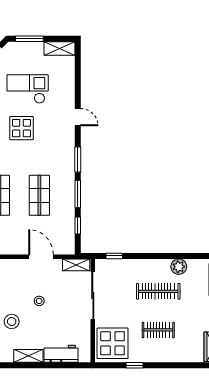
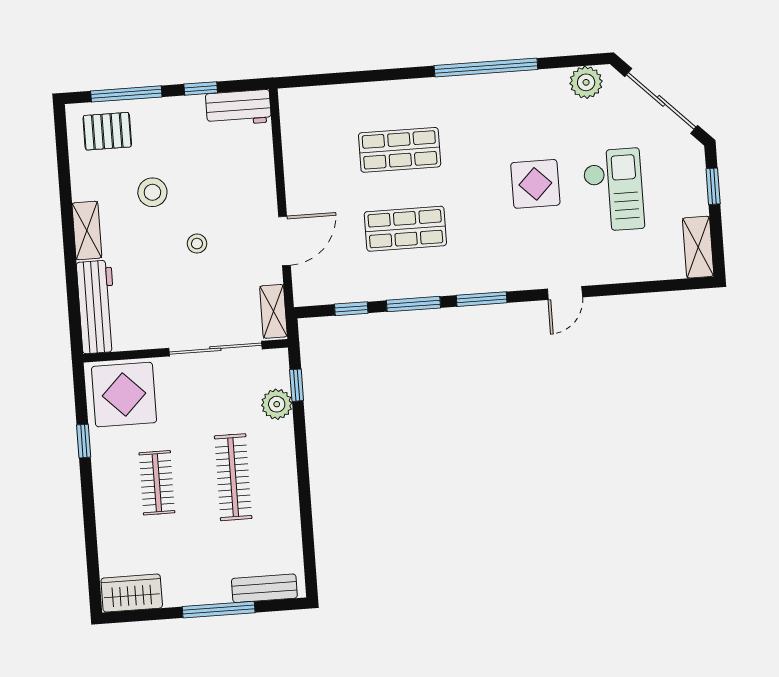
window: (29, 39) -> (713, 186), width x0.67
plant: (179, 267) -> (277, 404), moved
workbench: (61, 354) -> (97, 307), width x1.38

